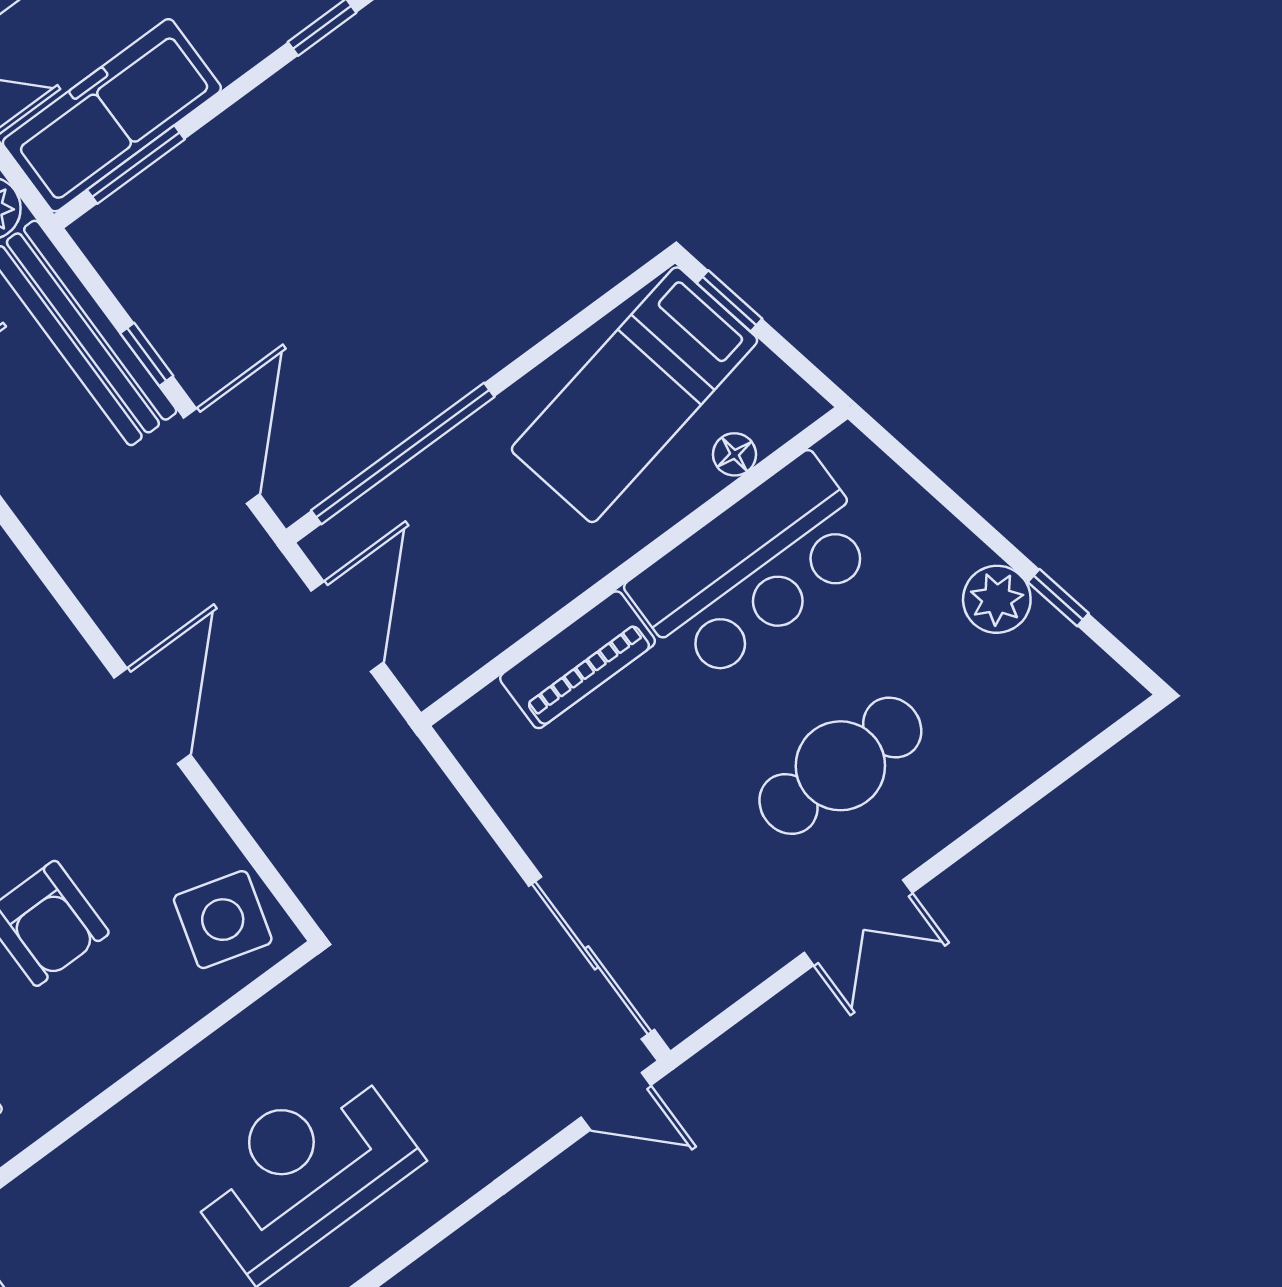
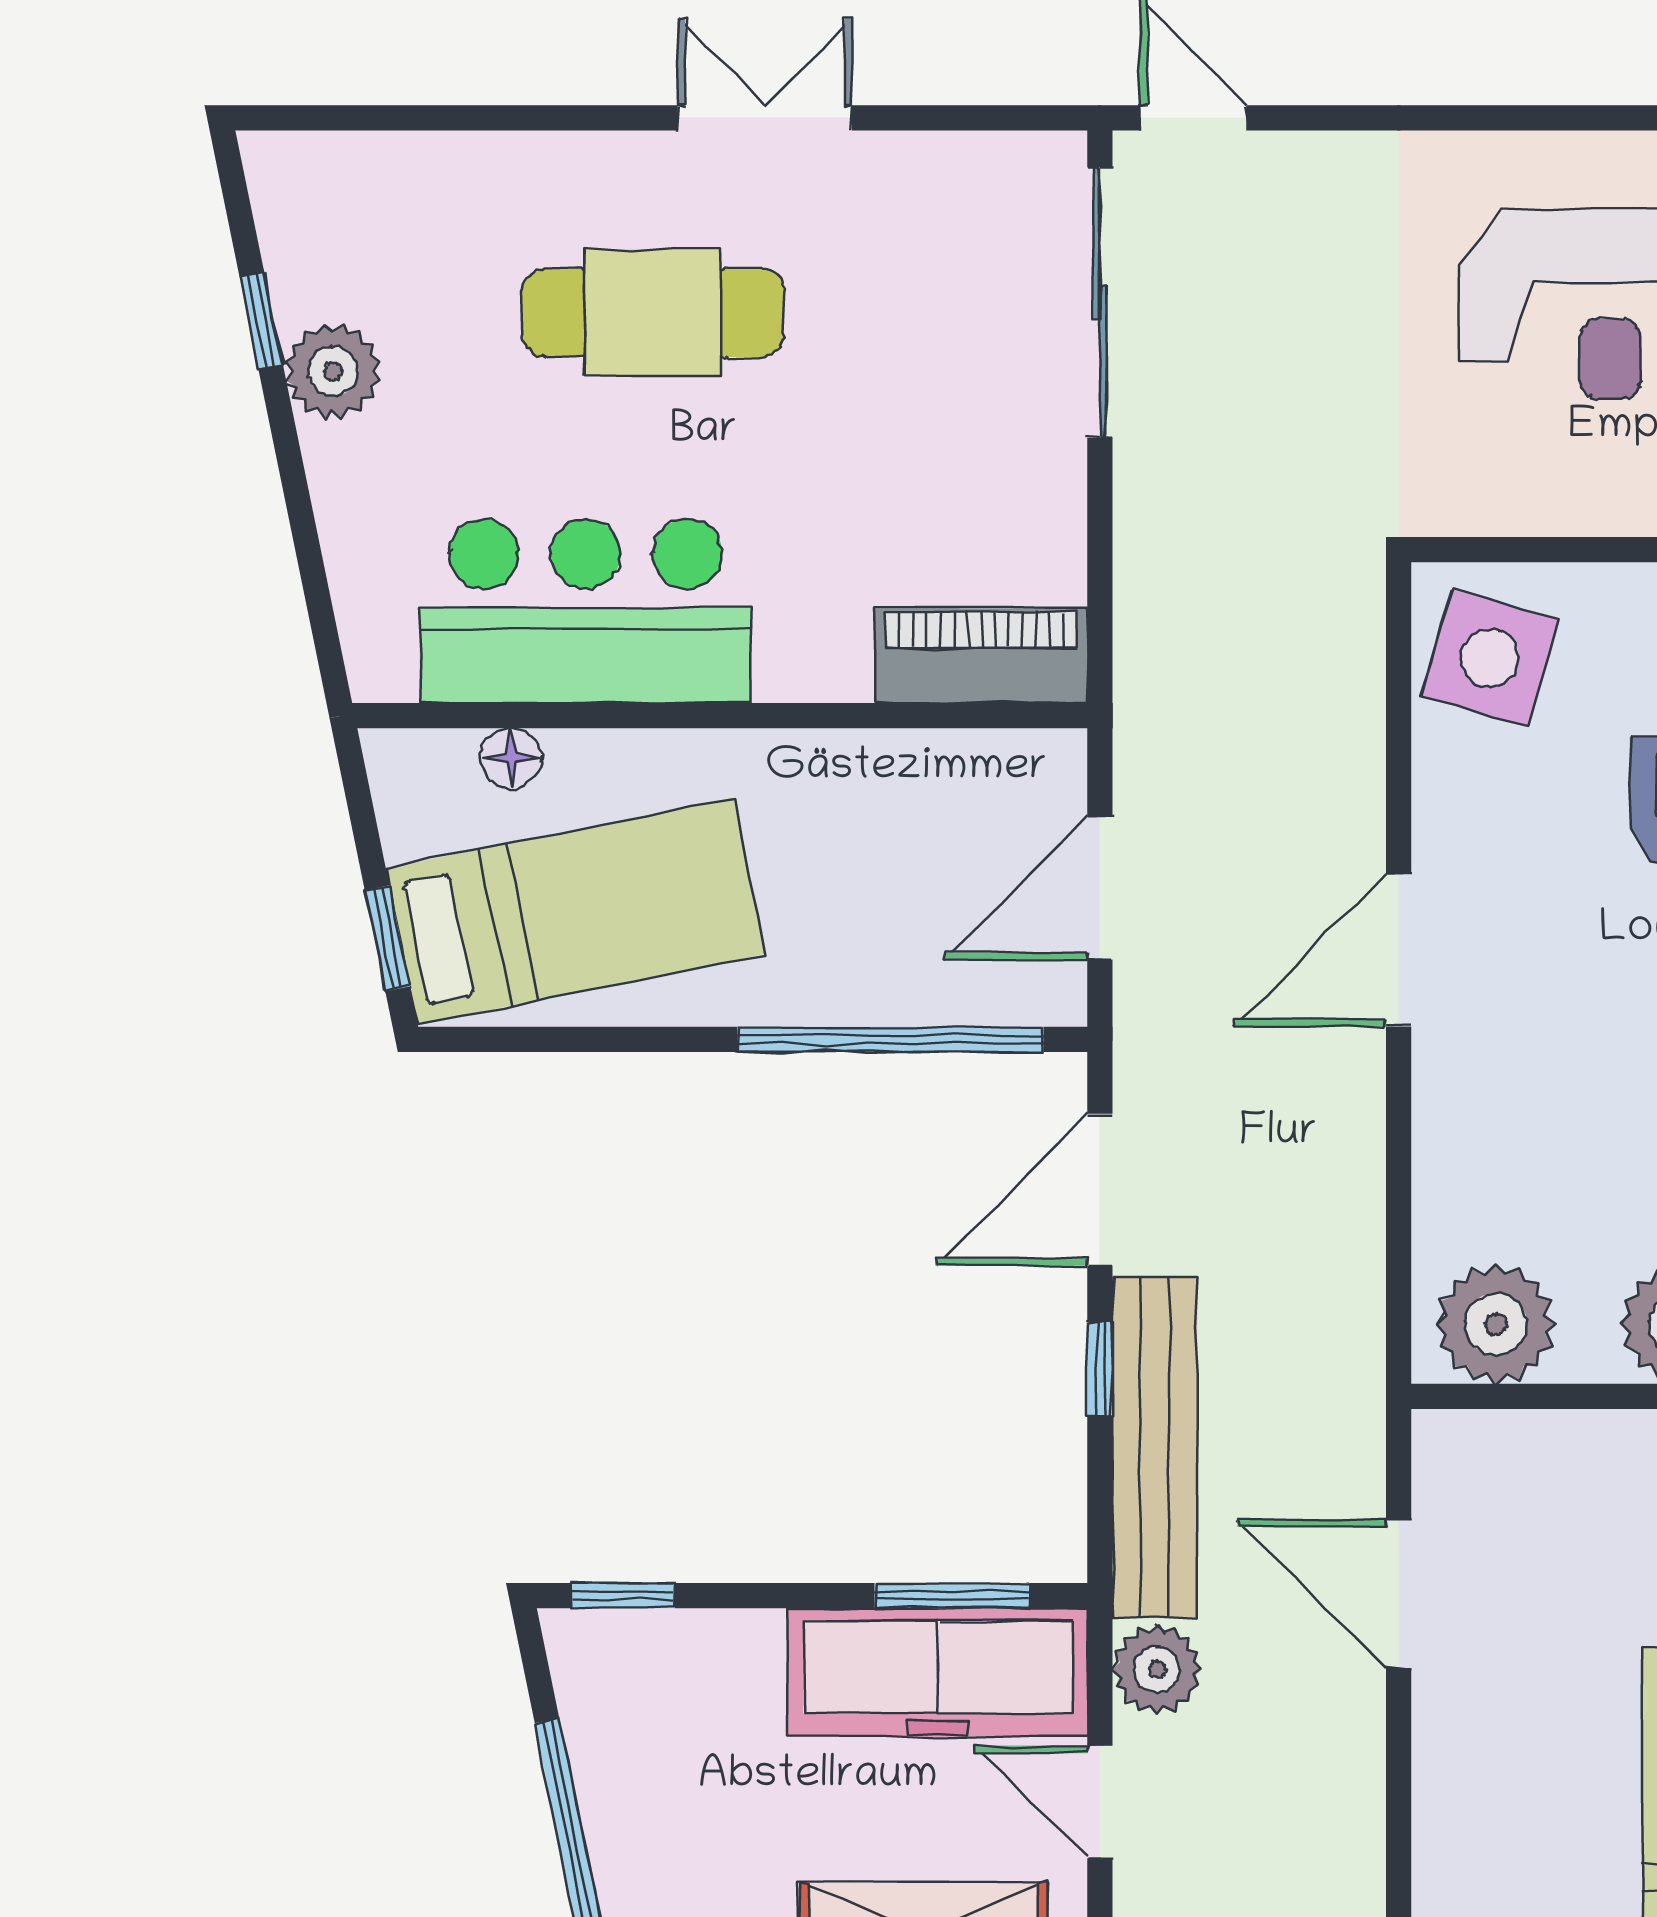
piano: (578, 660) -> (981, 656), moved

